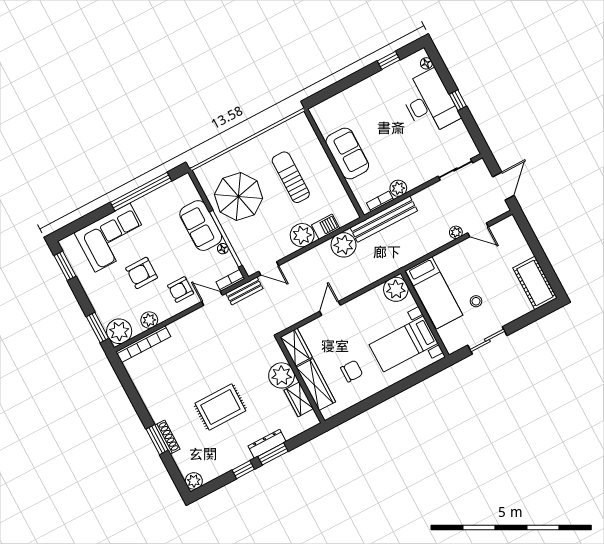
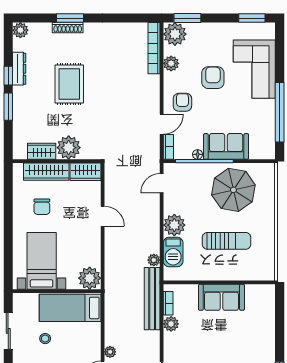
barbecue: (326, 227) -> (173, 252), width x1.38, depth x1.27
plant: (344, 245) -> (154, 260), width x0.53, depth x0.53
bench: (244, 291) -> (154, 154), removed
dresser: (267, 444) -> (19, 69), moved

